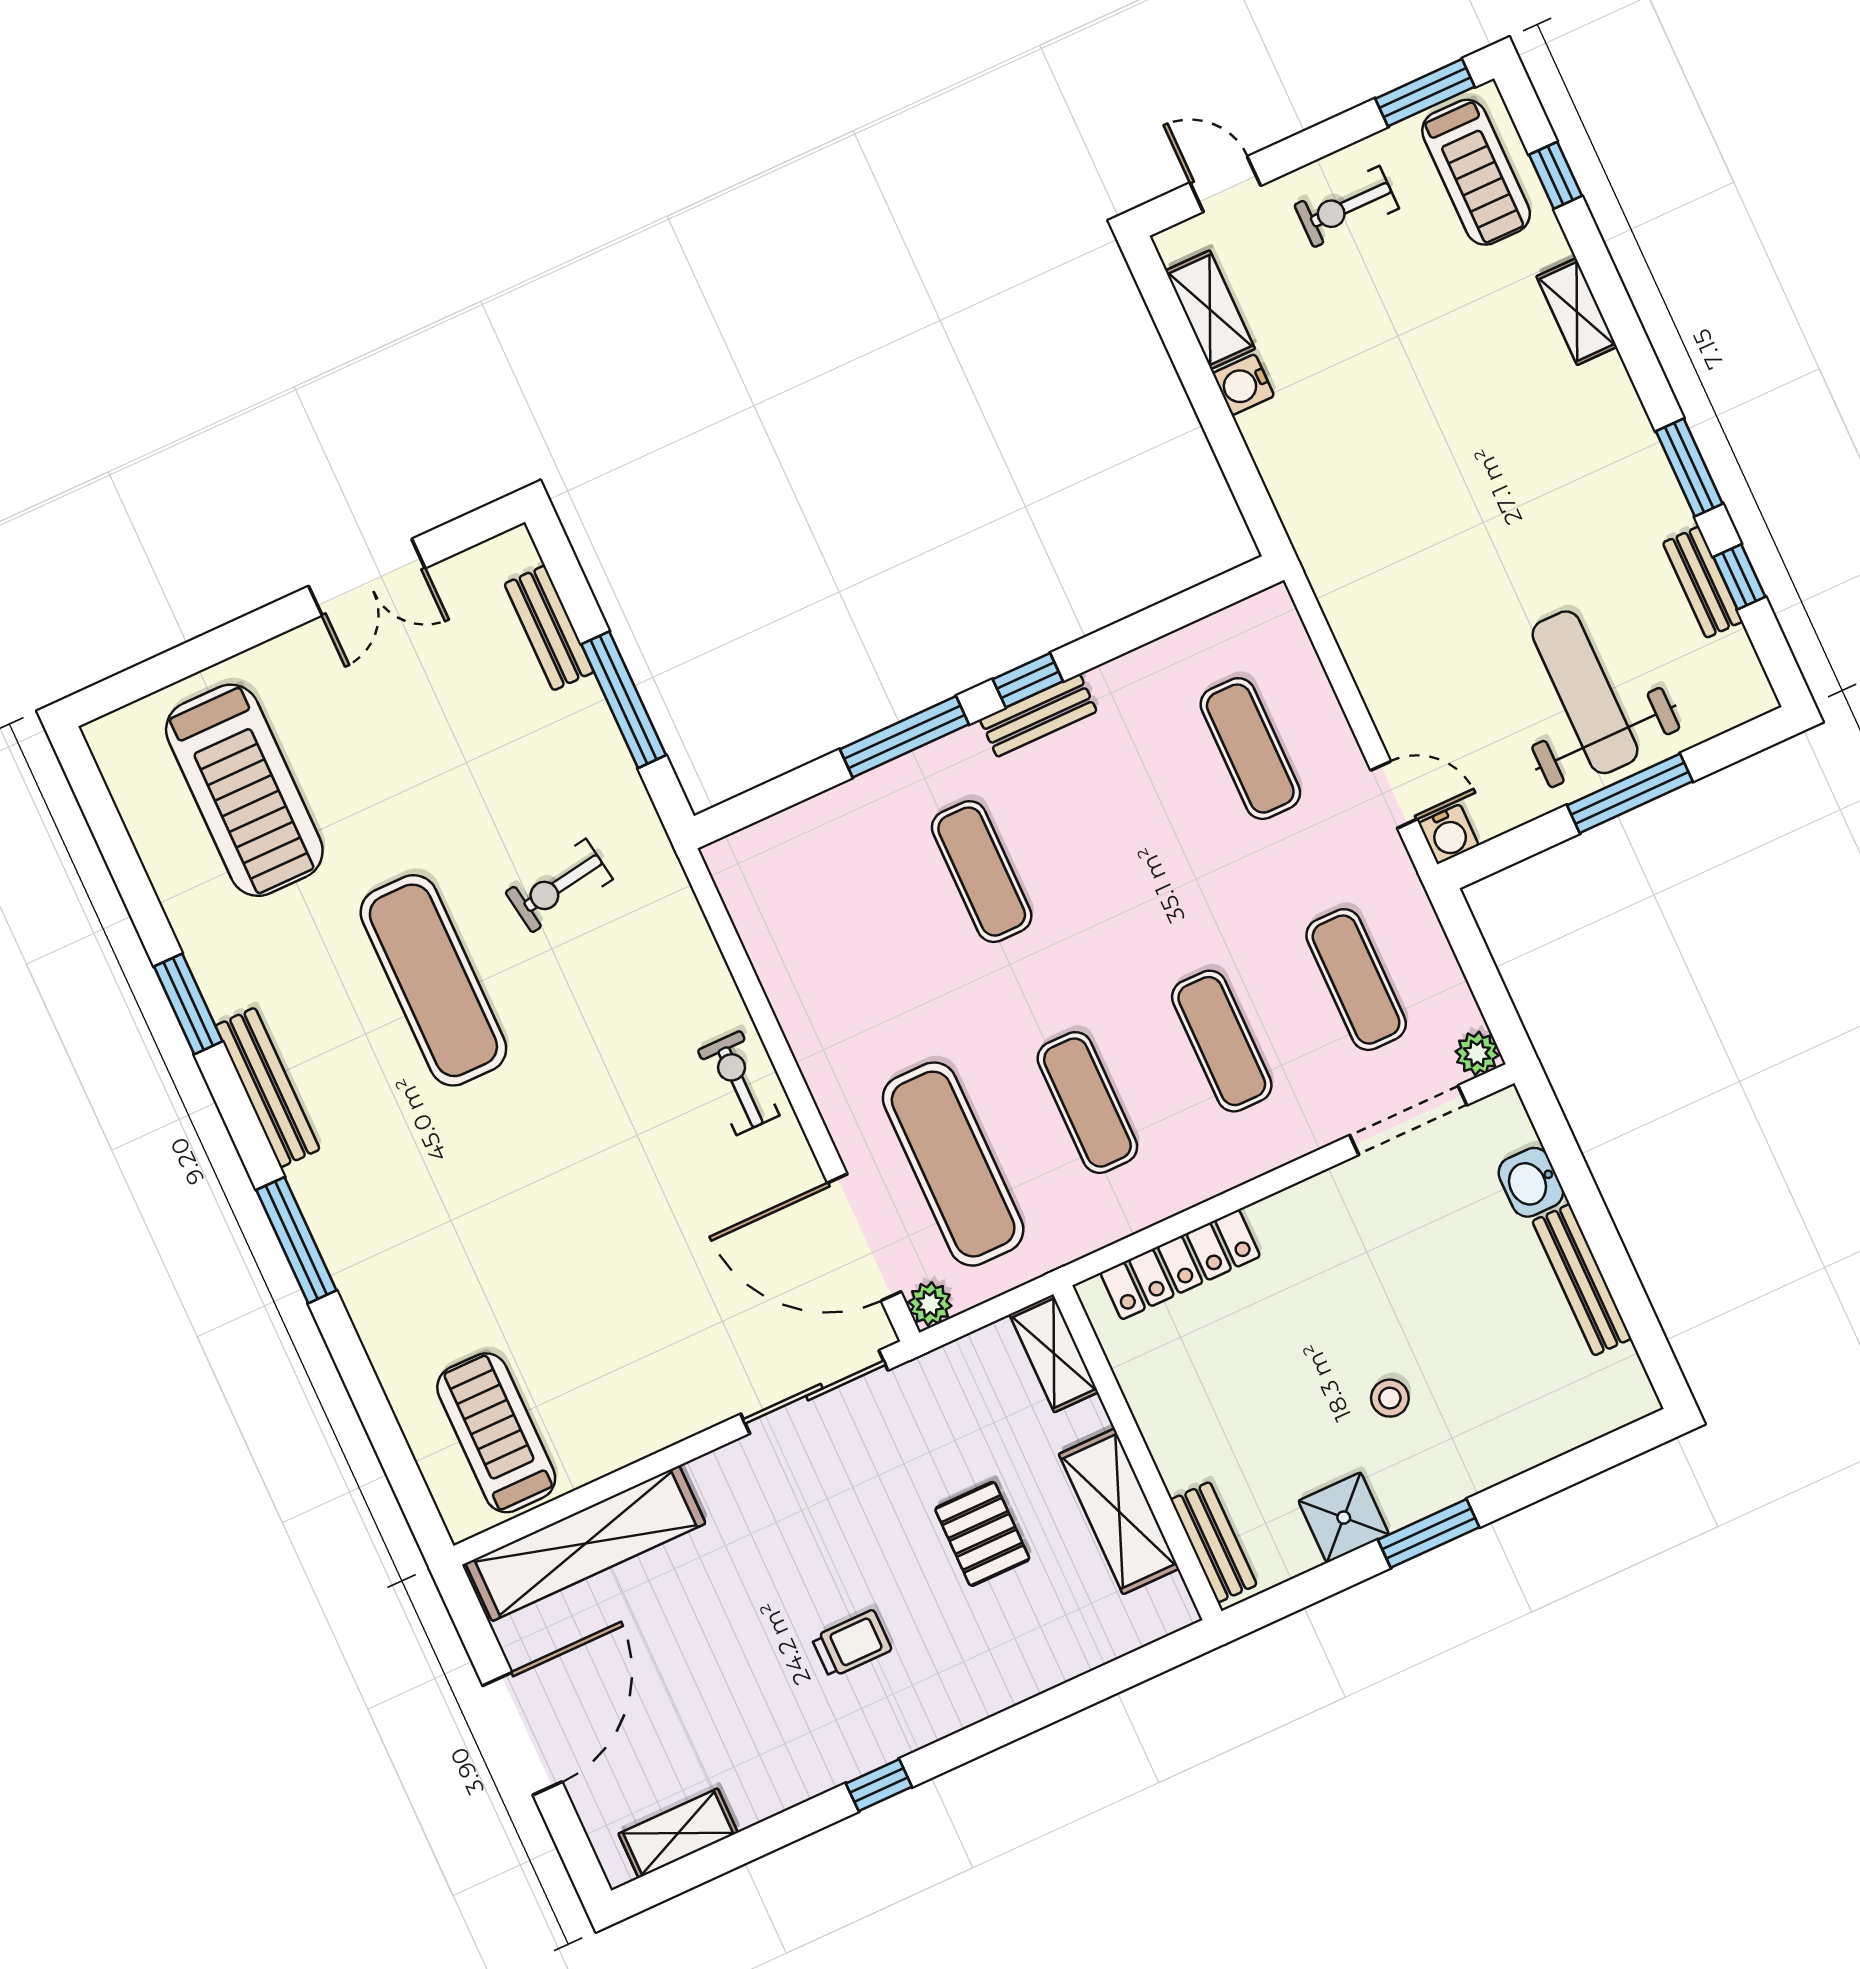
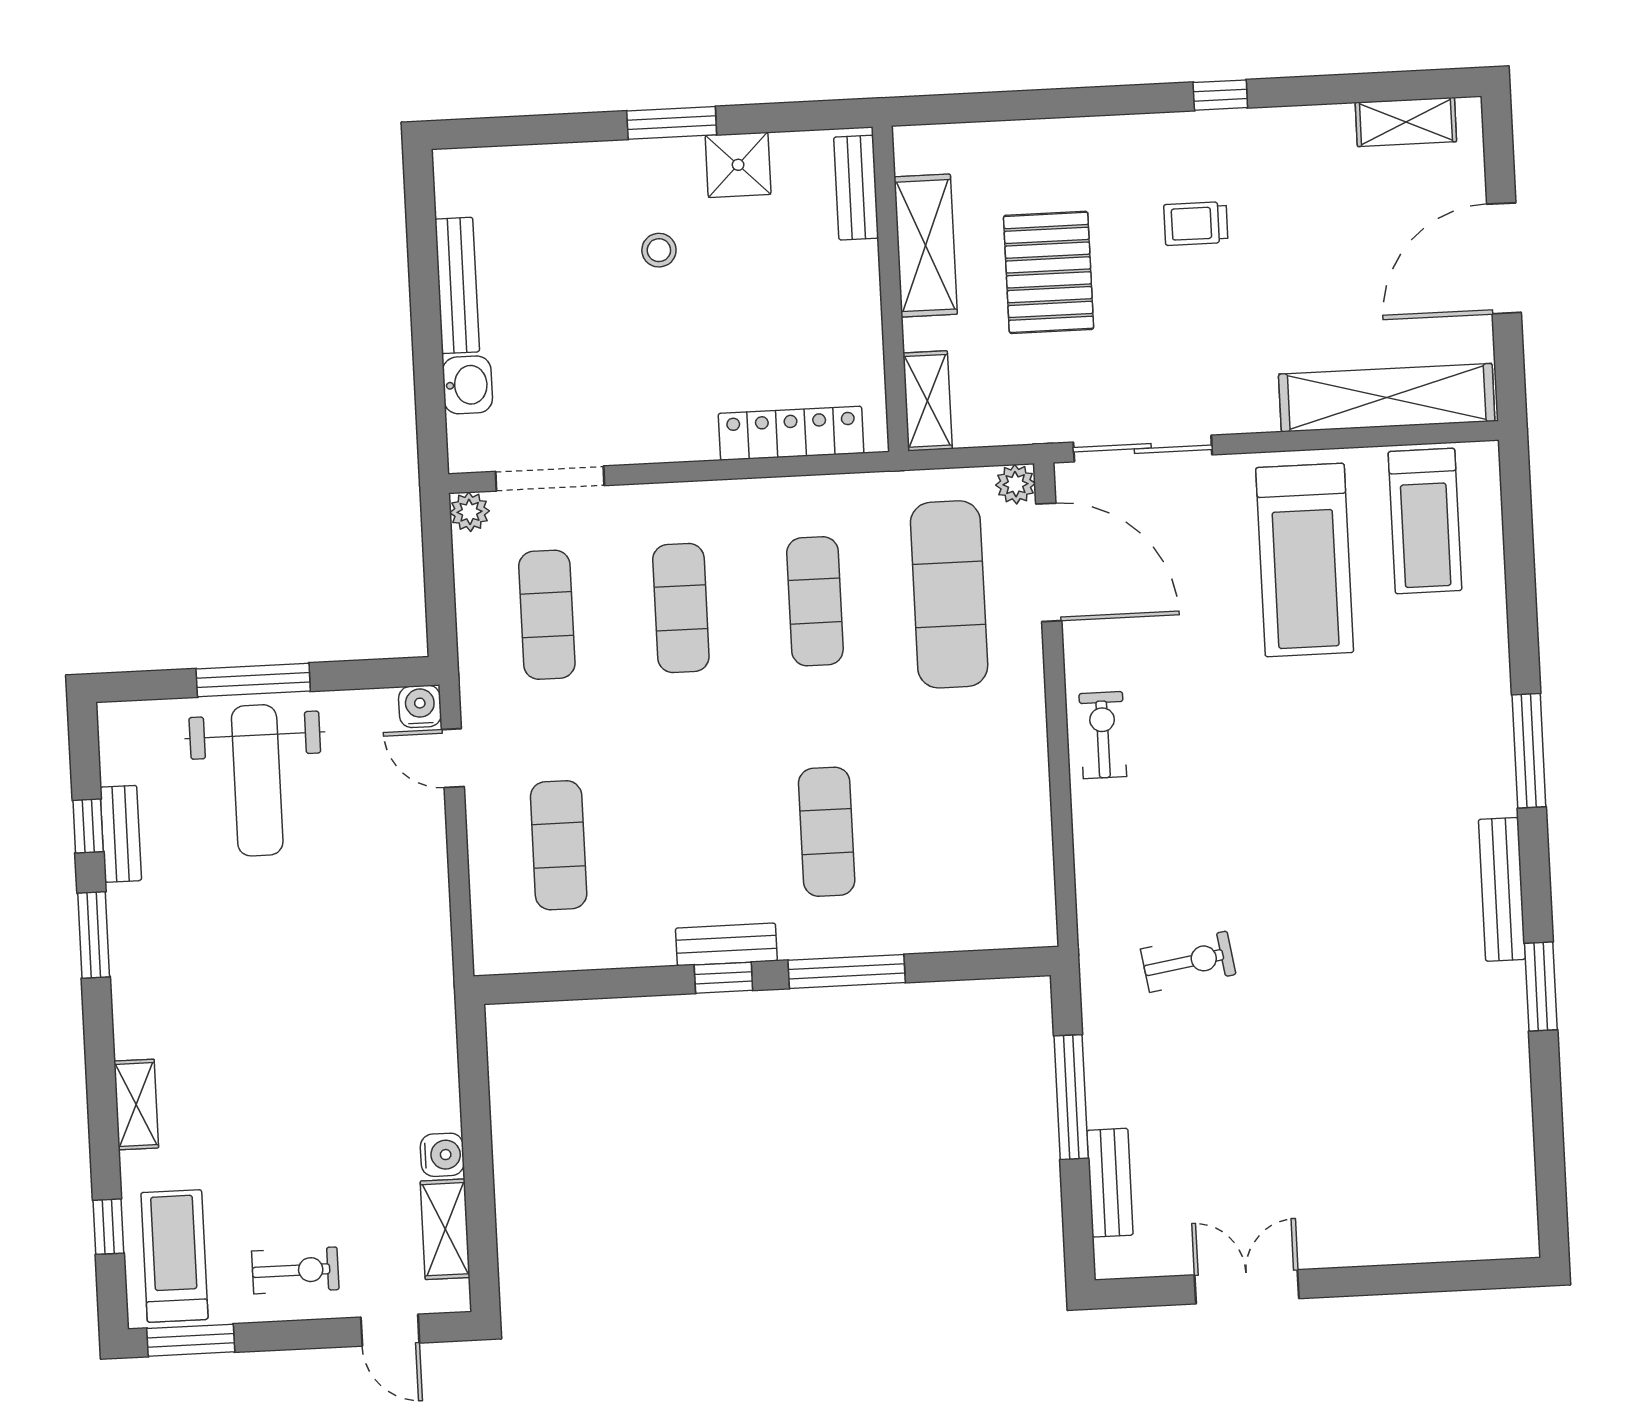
treadmill: (244, 790) -> (1305, 560), moved, turned 180
exercise mat: (433, 980) -> (1326, 924), removed
exercise bike: (739, 1083) -> (1103, 735), turned 180
pallet: (982, 1534) -> (1049, 272), width x1.50, depth x1.42

